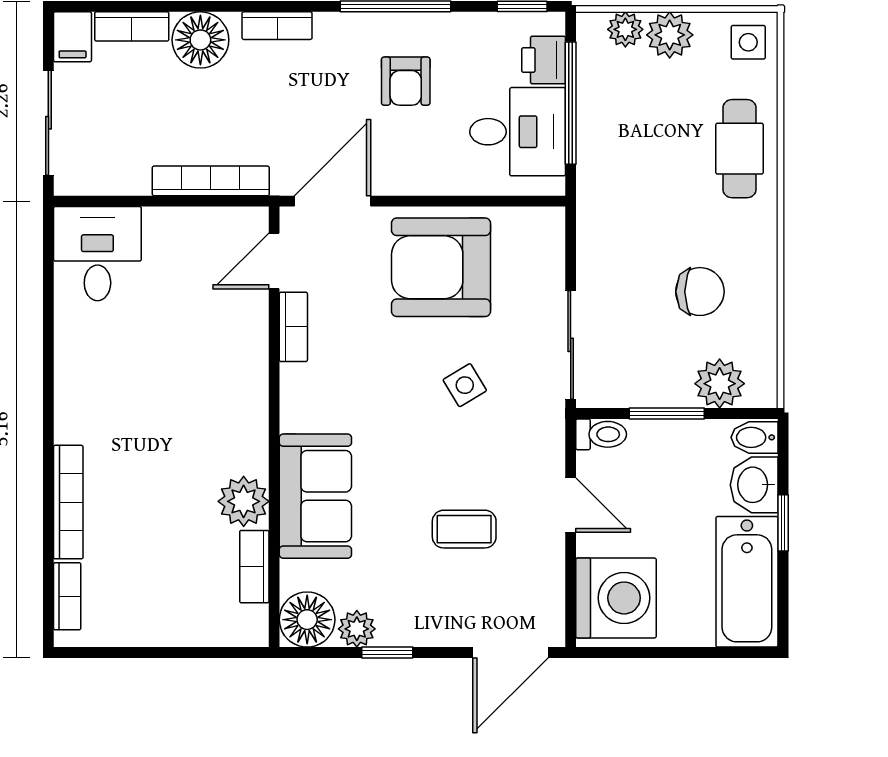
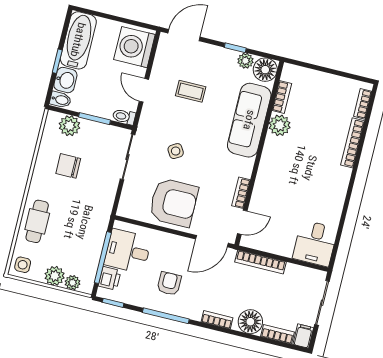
sofa: (315, 496) -> (249, 120), width x1.36

